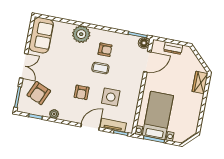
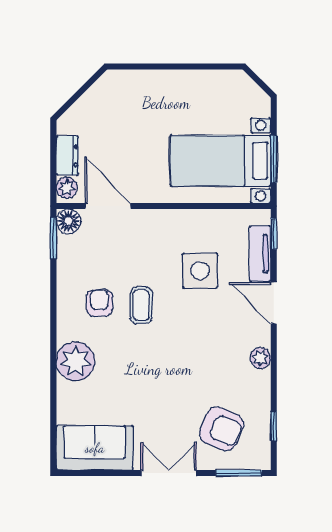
plant: (159, 45) -> (67, 188), added
wardrobe: (200, 83) -> (131, 83), removed
armchair: (82, 92) -> (202, 336), removed
plant: (54, 114) -> (260, 358), moved

